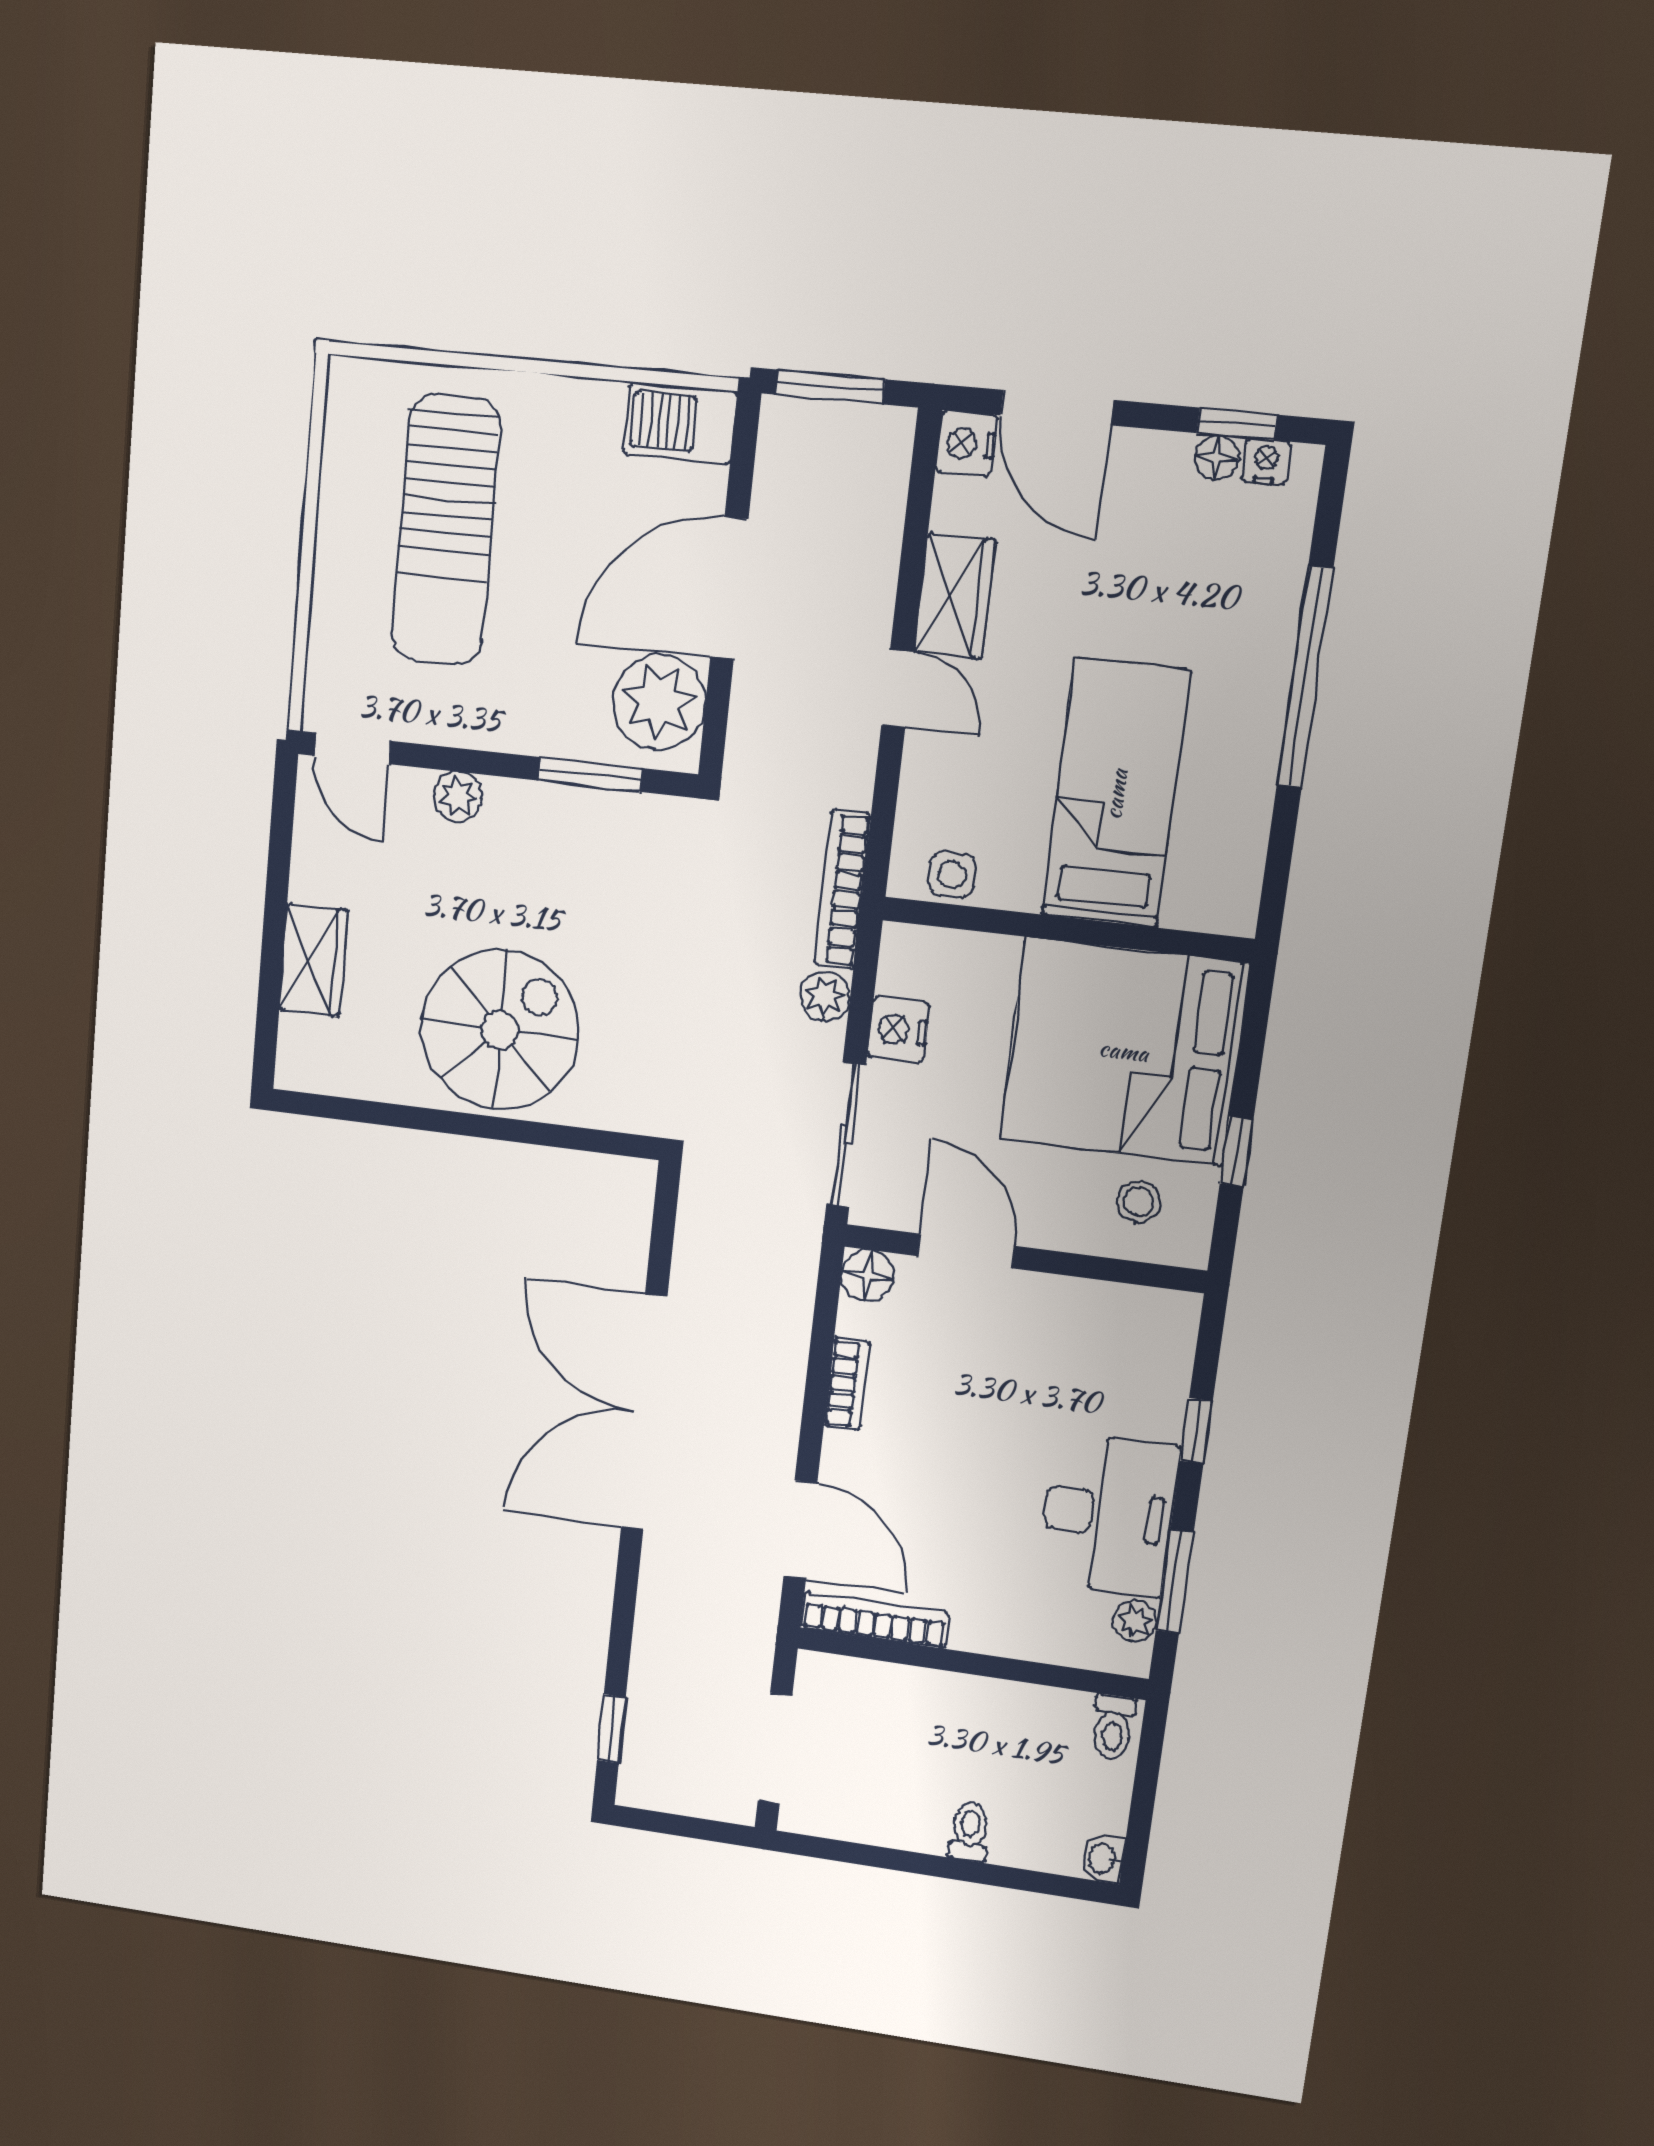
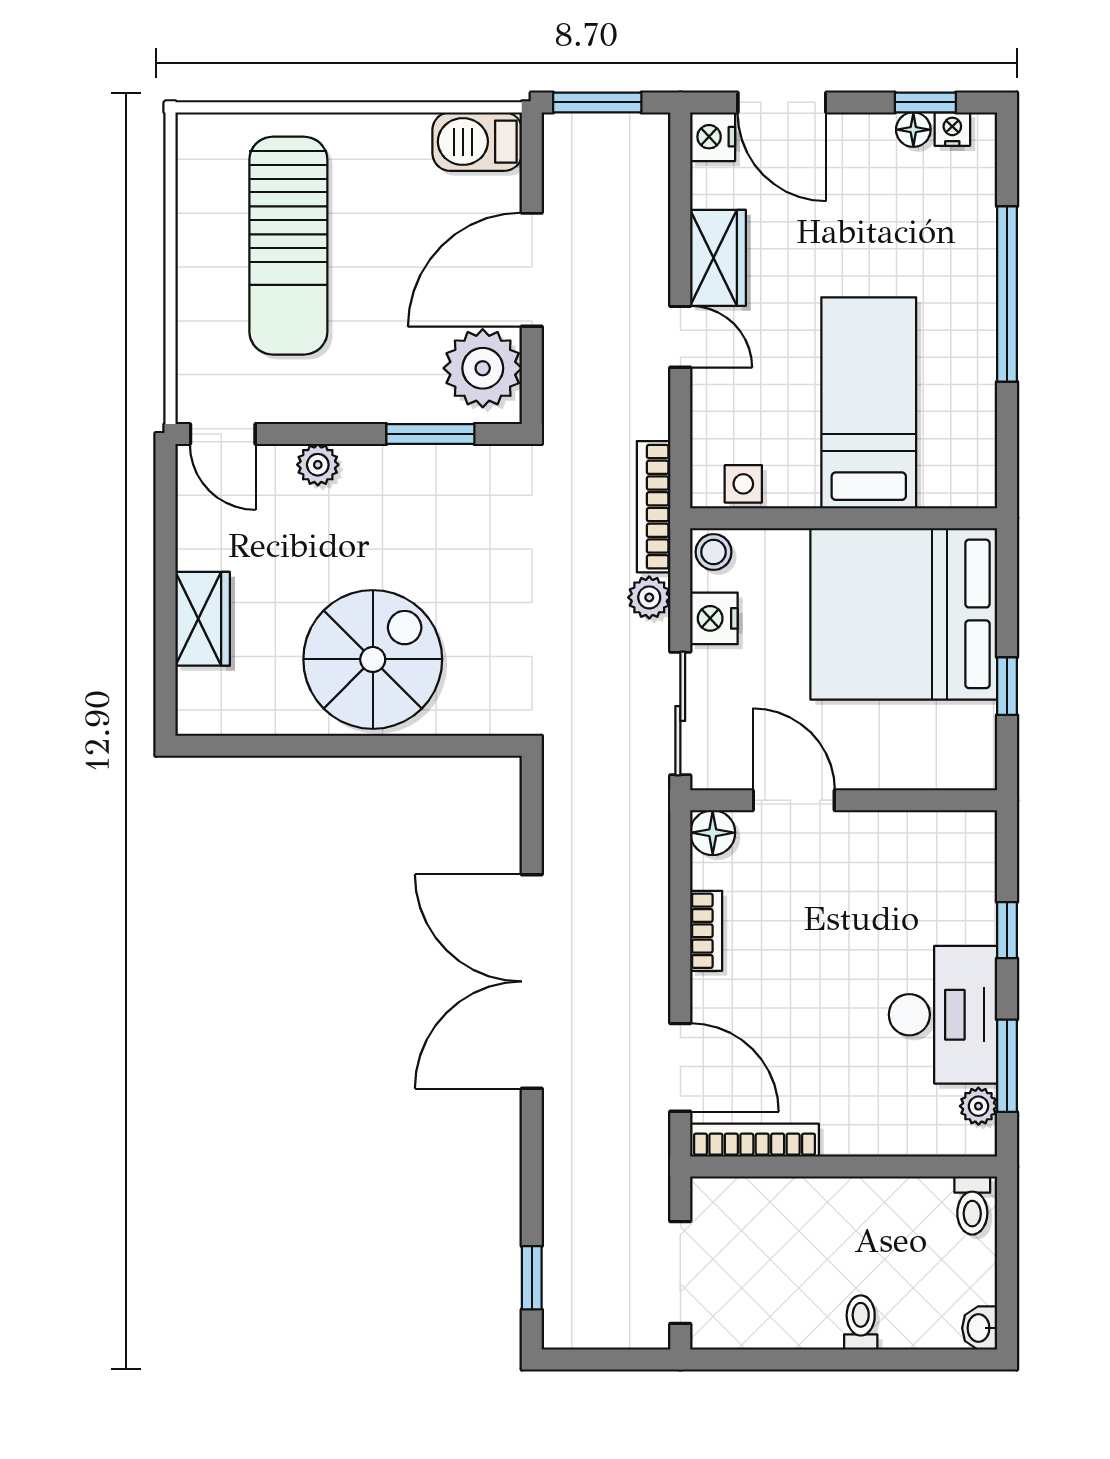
stool: (1139, 1202) -> (714, 552), moved

